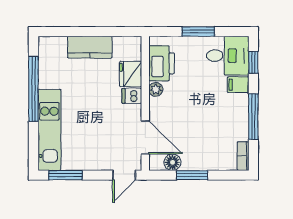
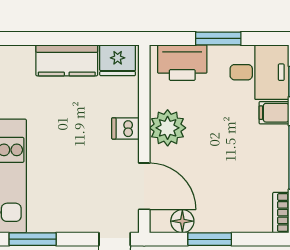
printer: (162, 63) -> (182, 63), moved, turned 90
fridge: (131, 74) -> (118, 60), moved, turned -90
plant: (156, 89) -> (168, 128), width x1.88, depth x1.88

